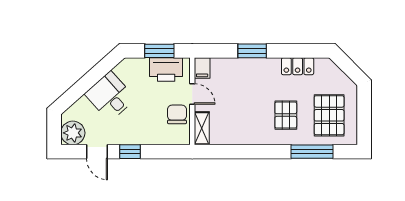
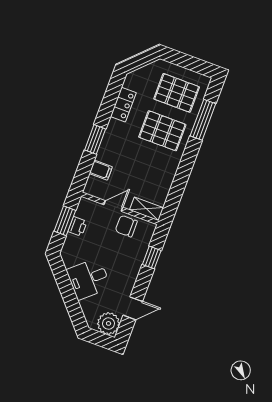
filing cabinet: (202, 68) -> (101, 170), moved
printer: (166, 70) -> (77, 226), width x0.53, depth x0.68
pallet: (286, 115) -> (162, 131), width x1.50, depth x1.42
window: (130, 152) -> (152, 257), moved

